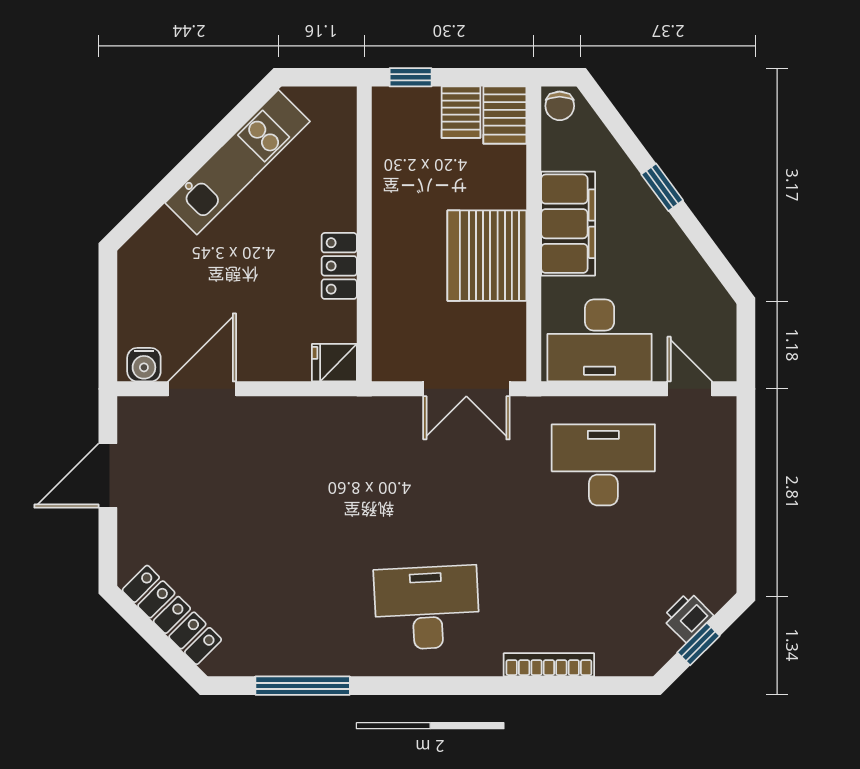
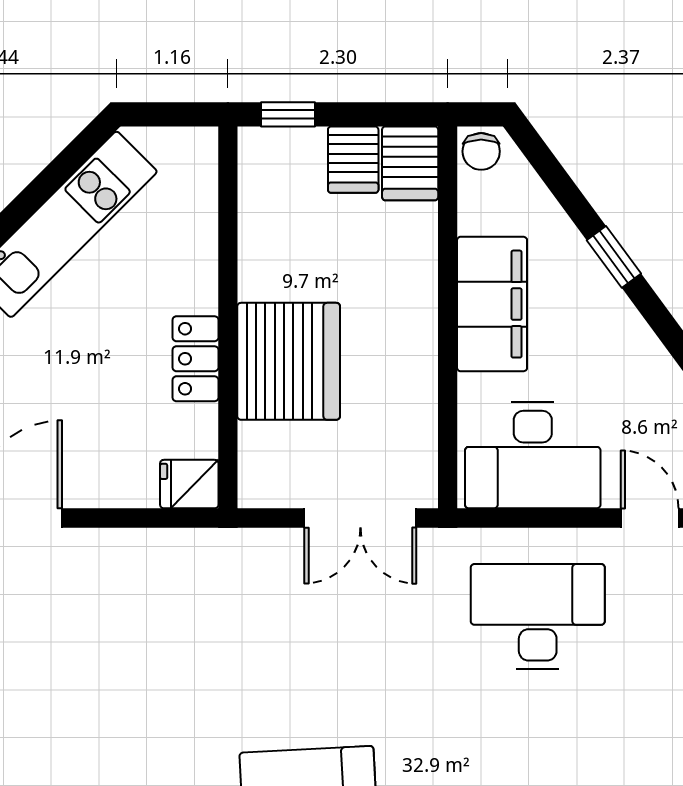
server rack: (487, 256) -> (289, 361), moved, turned 180

